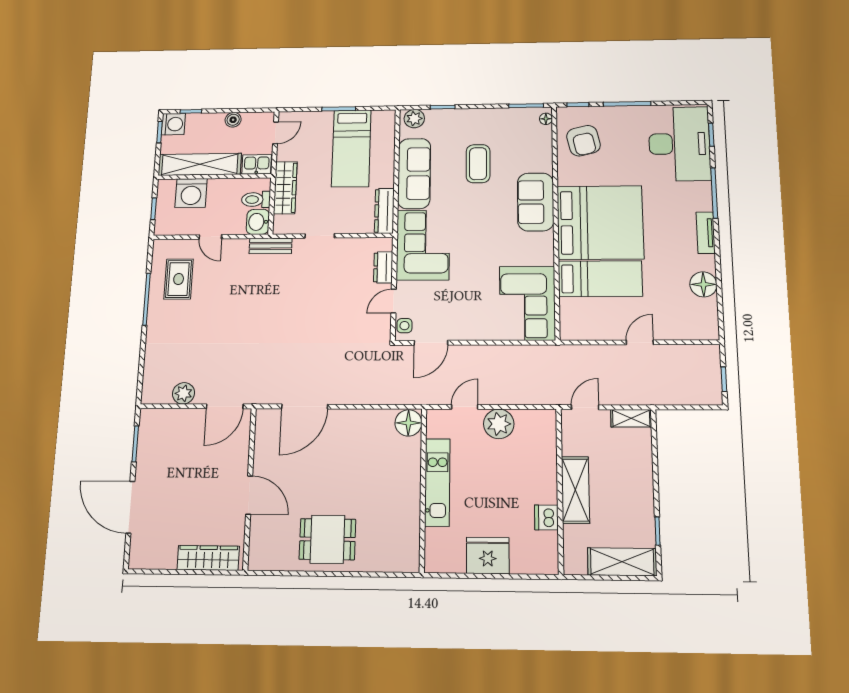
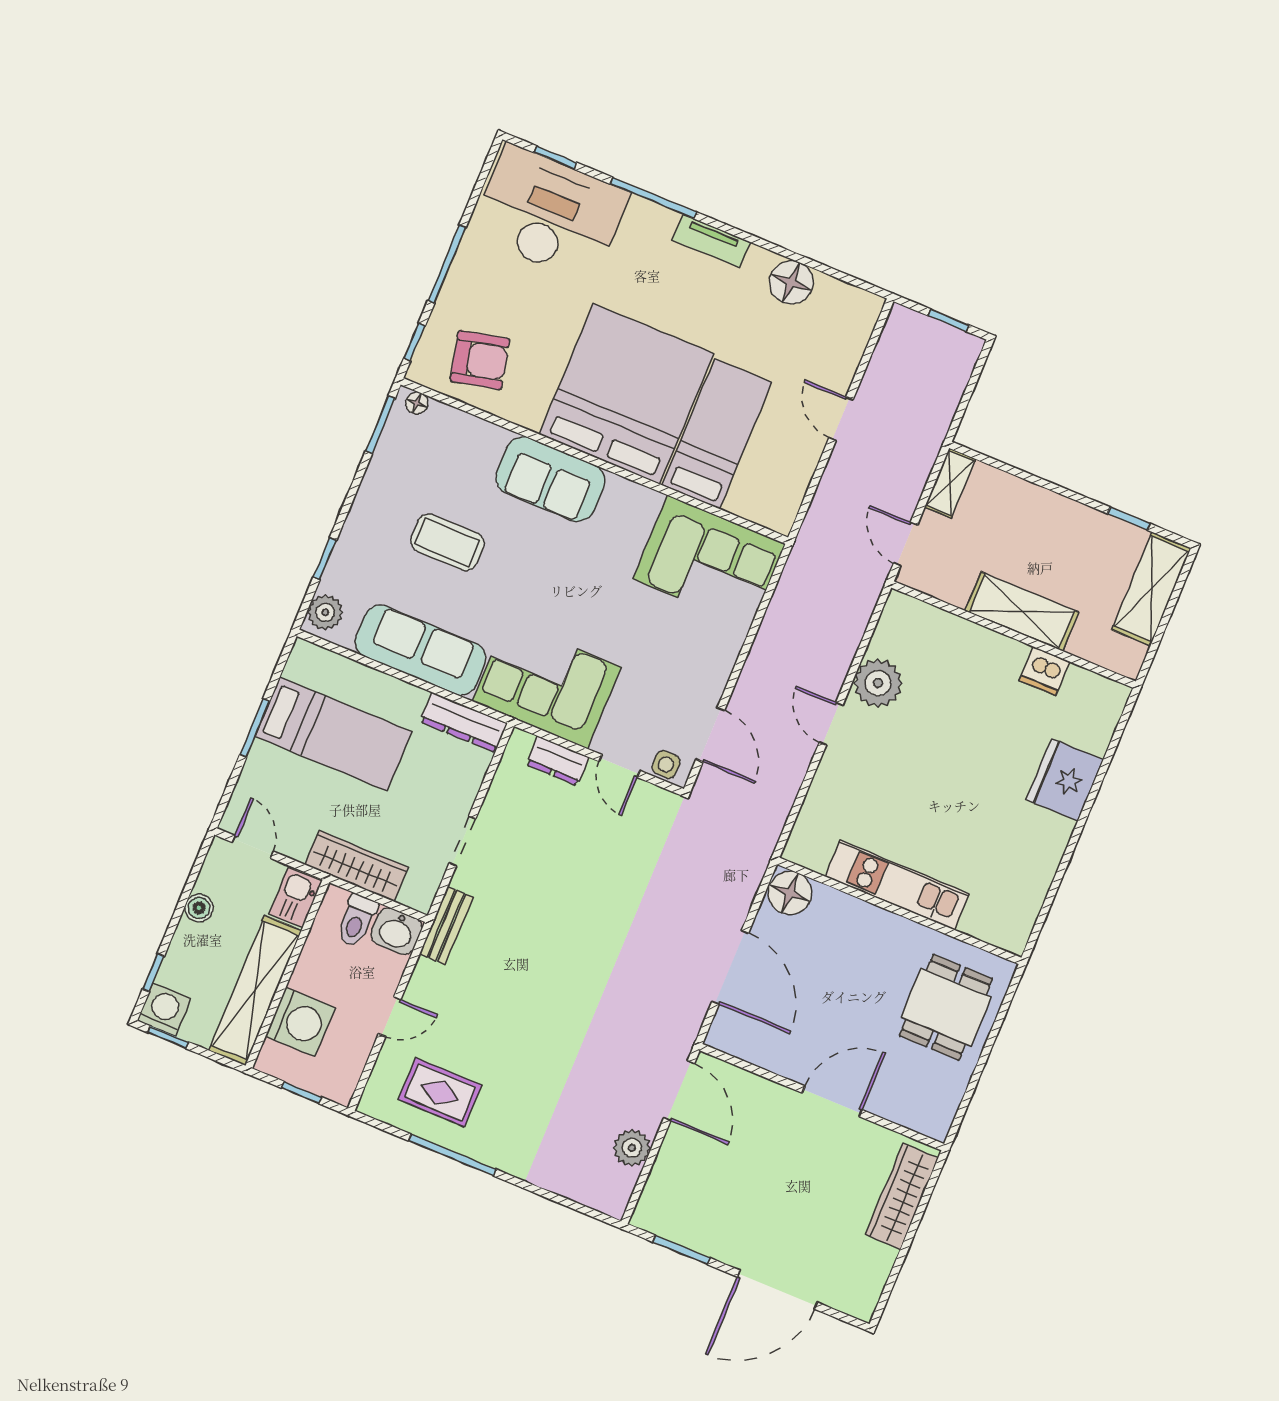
floor lamp: (408, 423) -> (790, 893), moved
kitchen unit: (437, 482) -> (897, 885), moved
wall: (423, 489) -> (899, 911), moved

